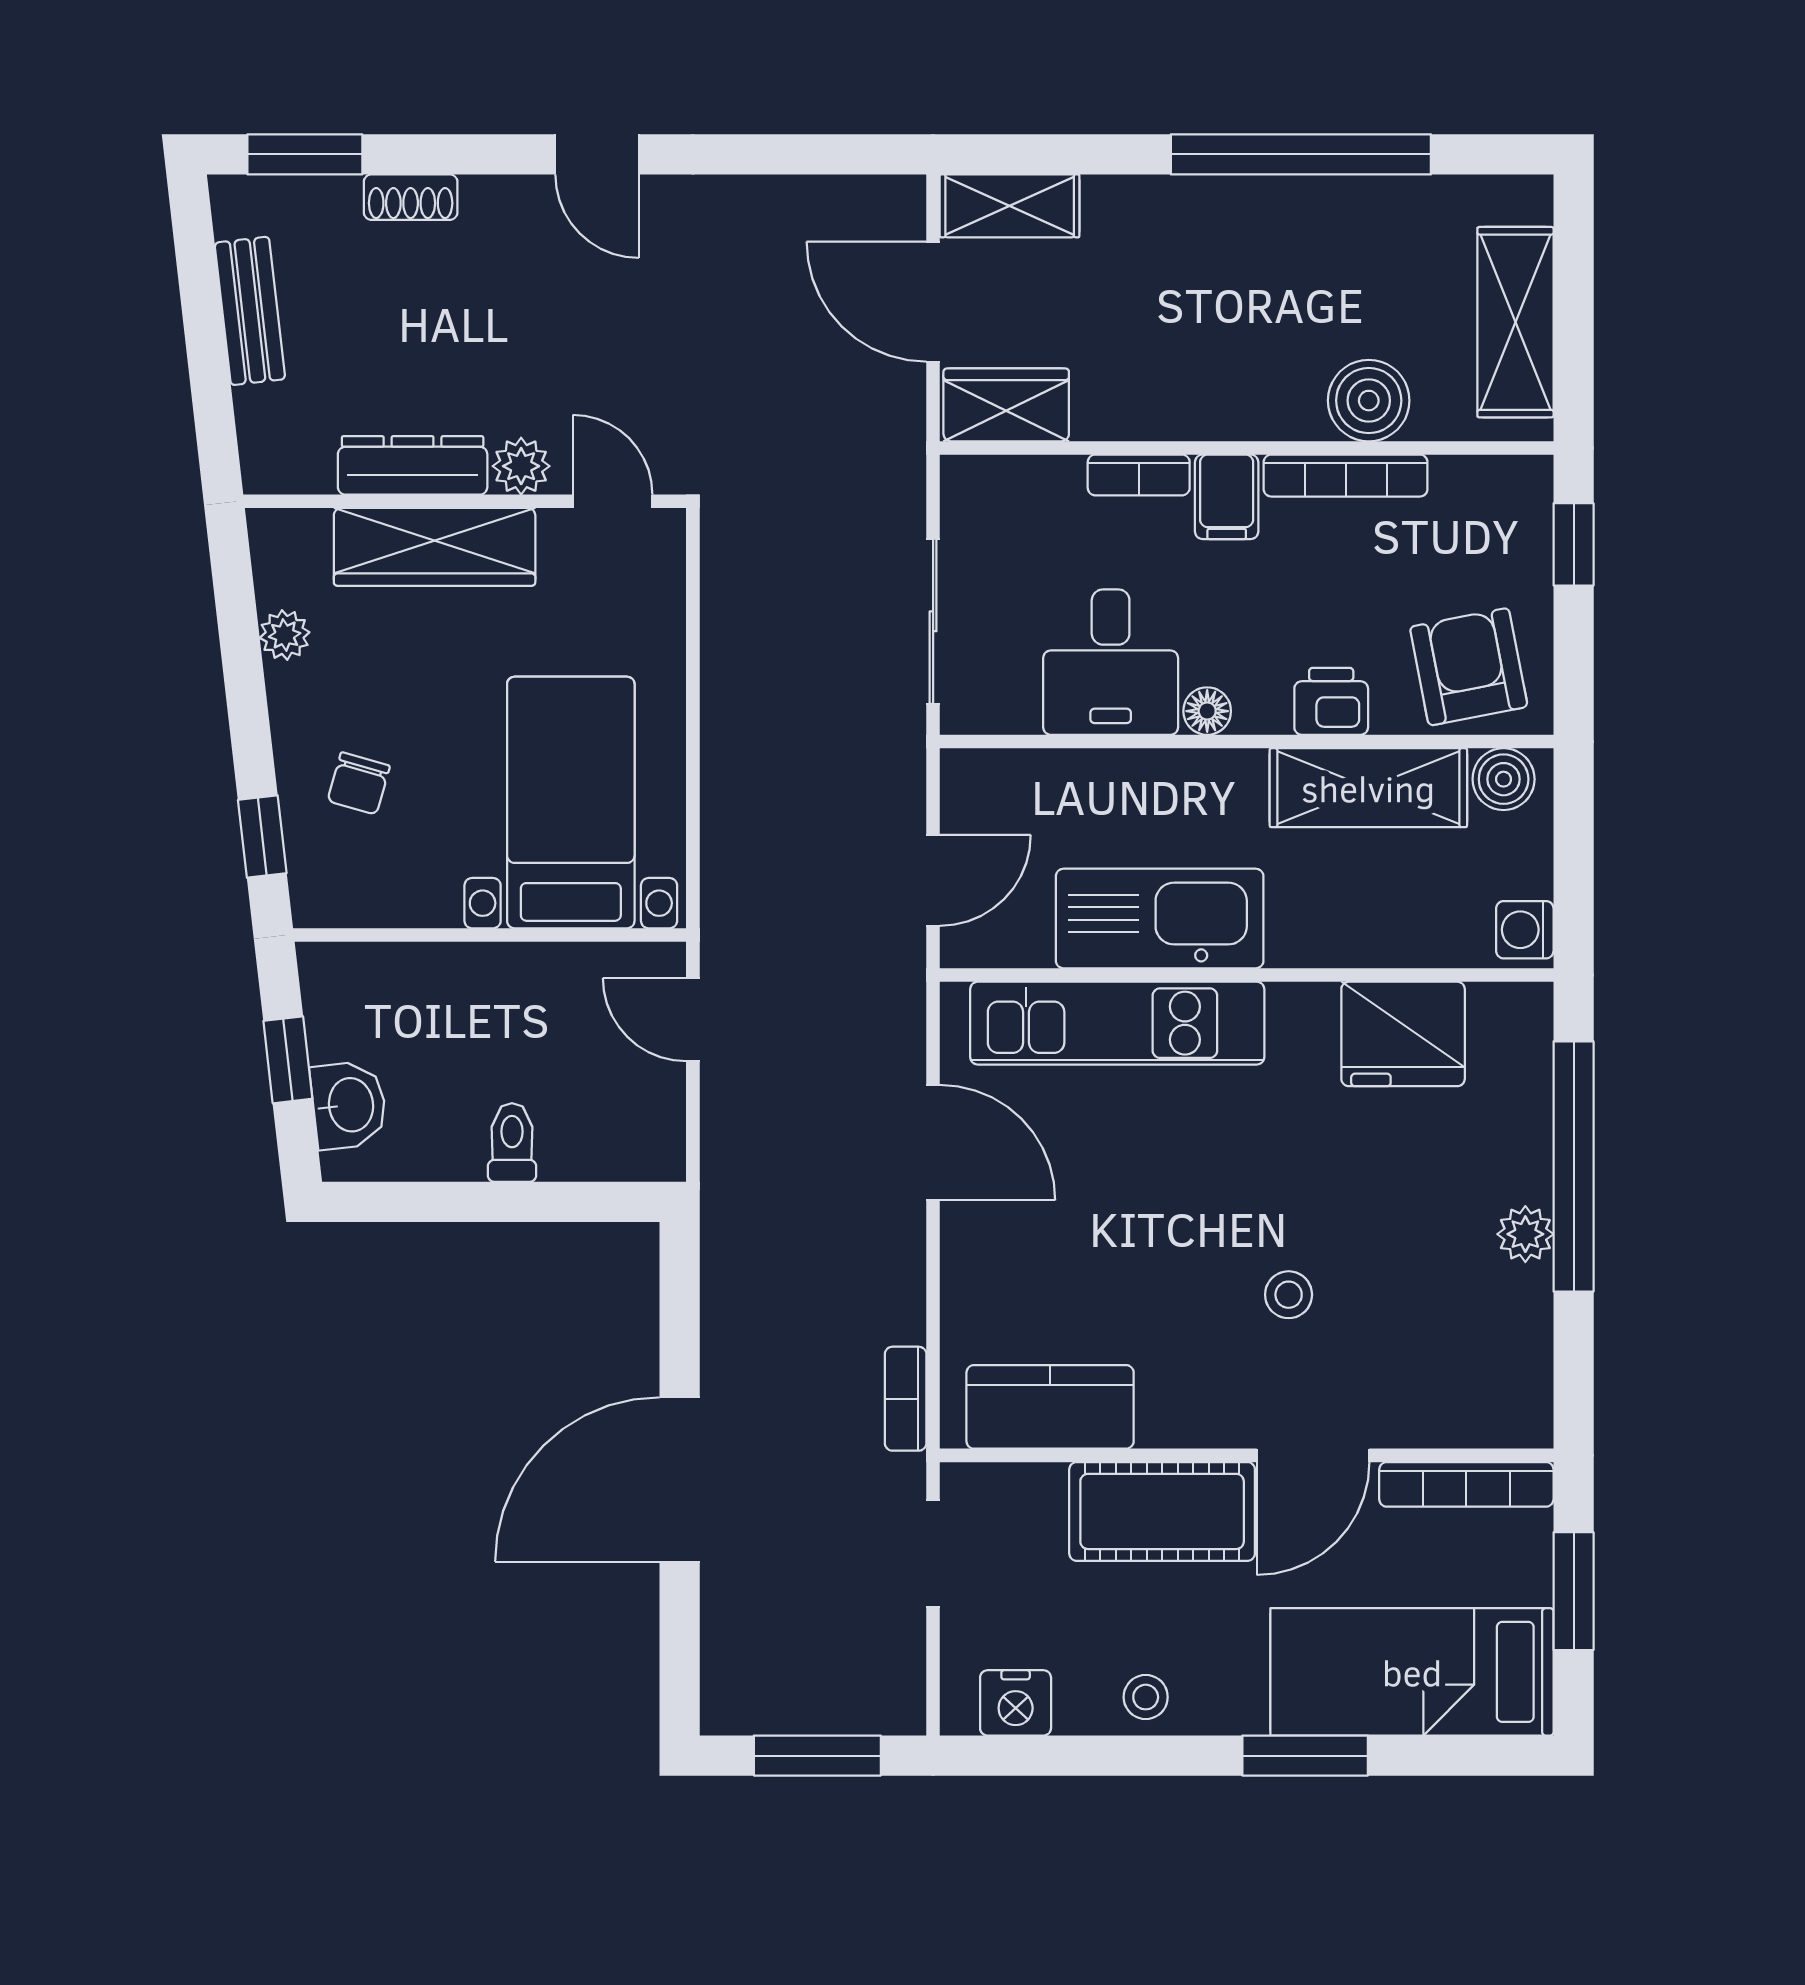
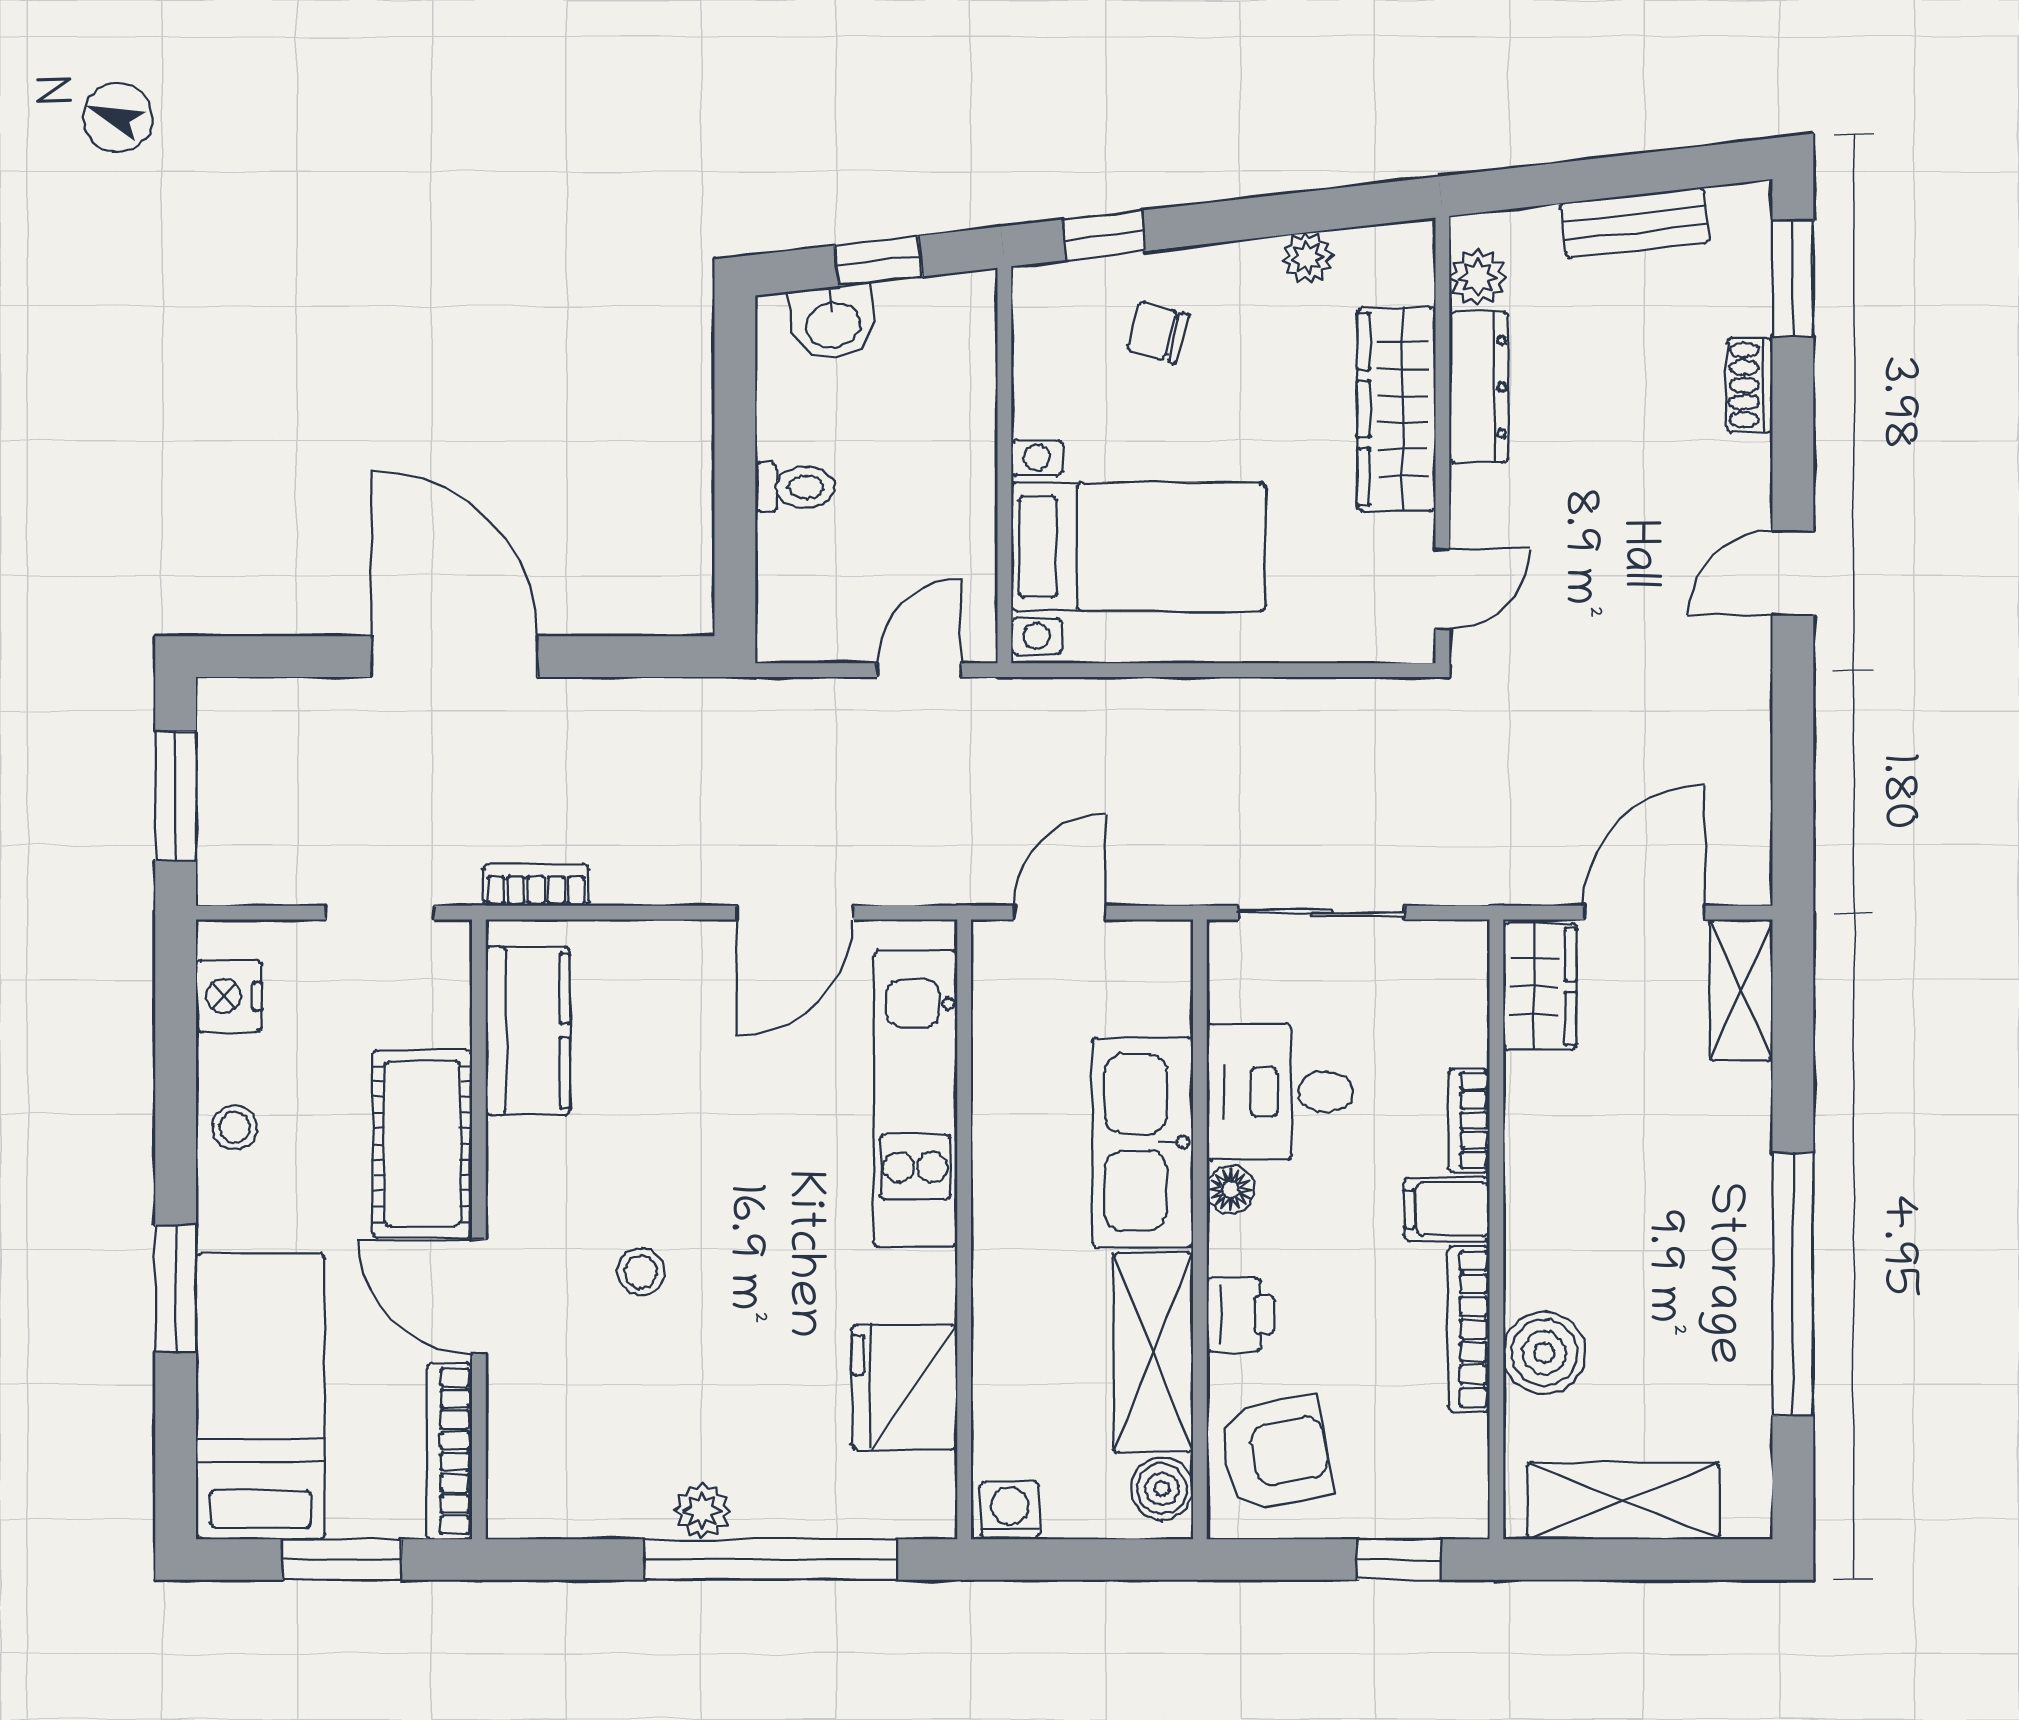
plant: (521, 466) -> (1478, 277), moved
door: (933, 880) -> (1060, 913), swing flipped
kitchen sink: (1160, 919) -> (1143, 1142), moved, turned 180

